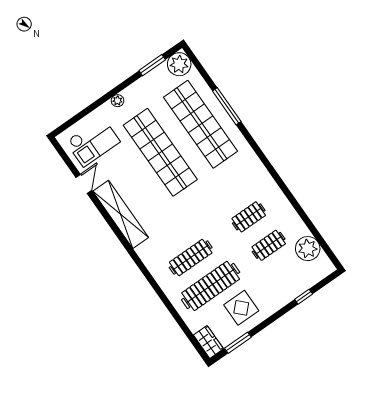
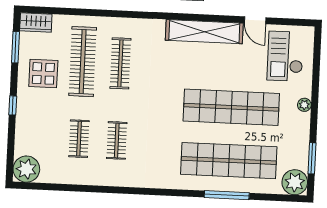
plant: (308, 249) -> (26, 169), moved
window: (304, 297) -> (13, 105), moved

